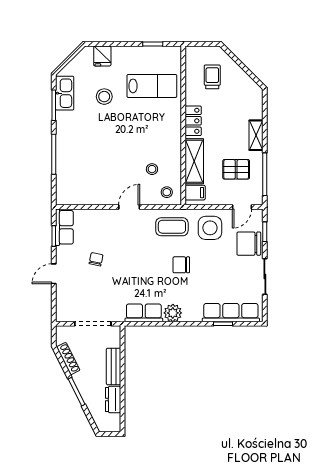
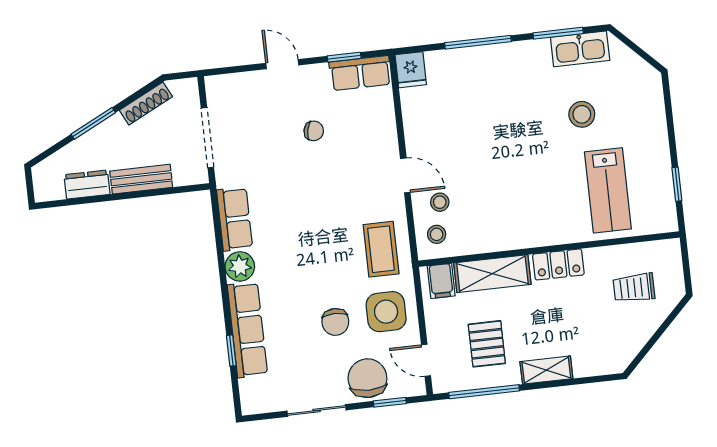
fridge: (102, 56) -> (411, 70), moved, turned -90
trolley: (212, 77) -> (634, 288), turned 180
stool: (152, 169) -> (440, 202), moved
chair: (181, 265) -> (335, 322), moved, turned 180
row of seats: (231, 313) -> (247, 330), moved

